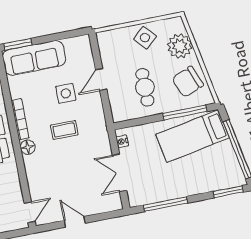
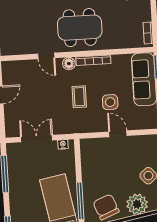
cafe table: (145, 87) -> (106, 170), removed
door: (30, 212) -> (46, 56), moved

